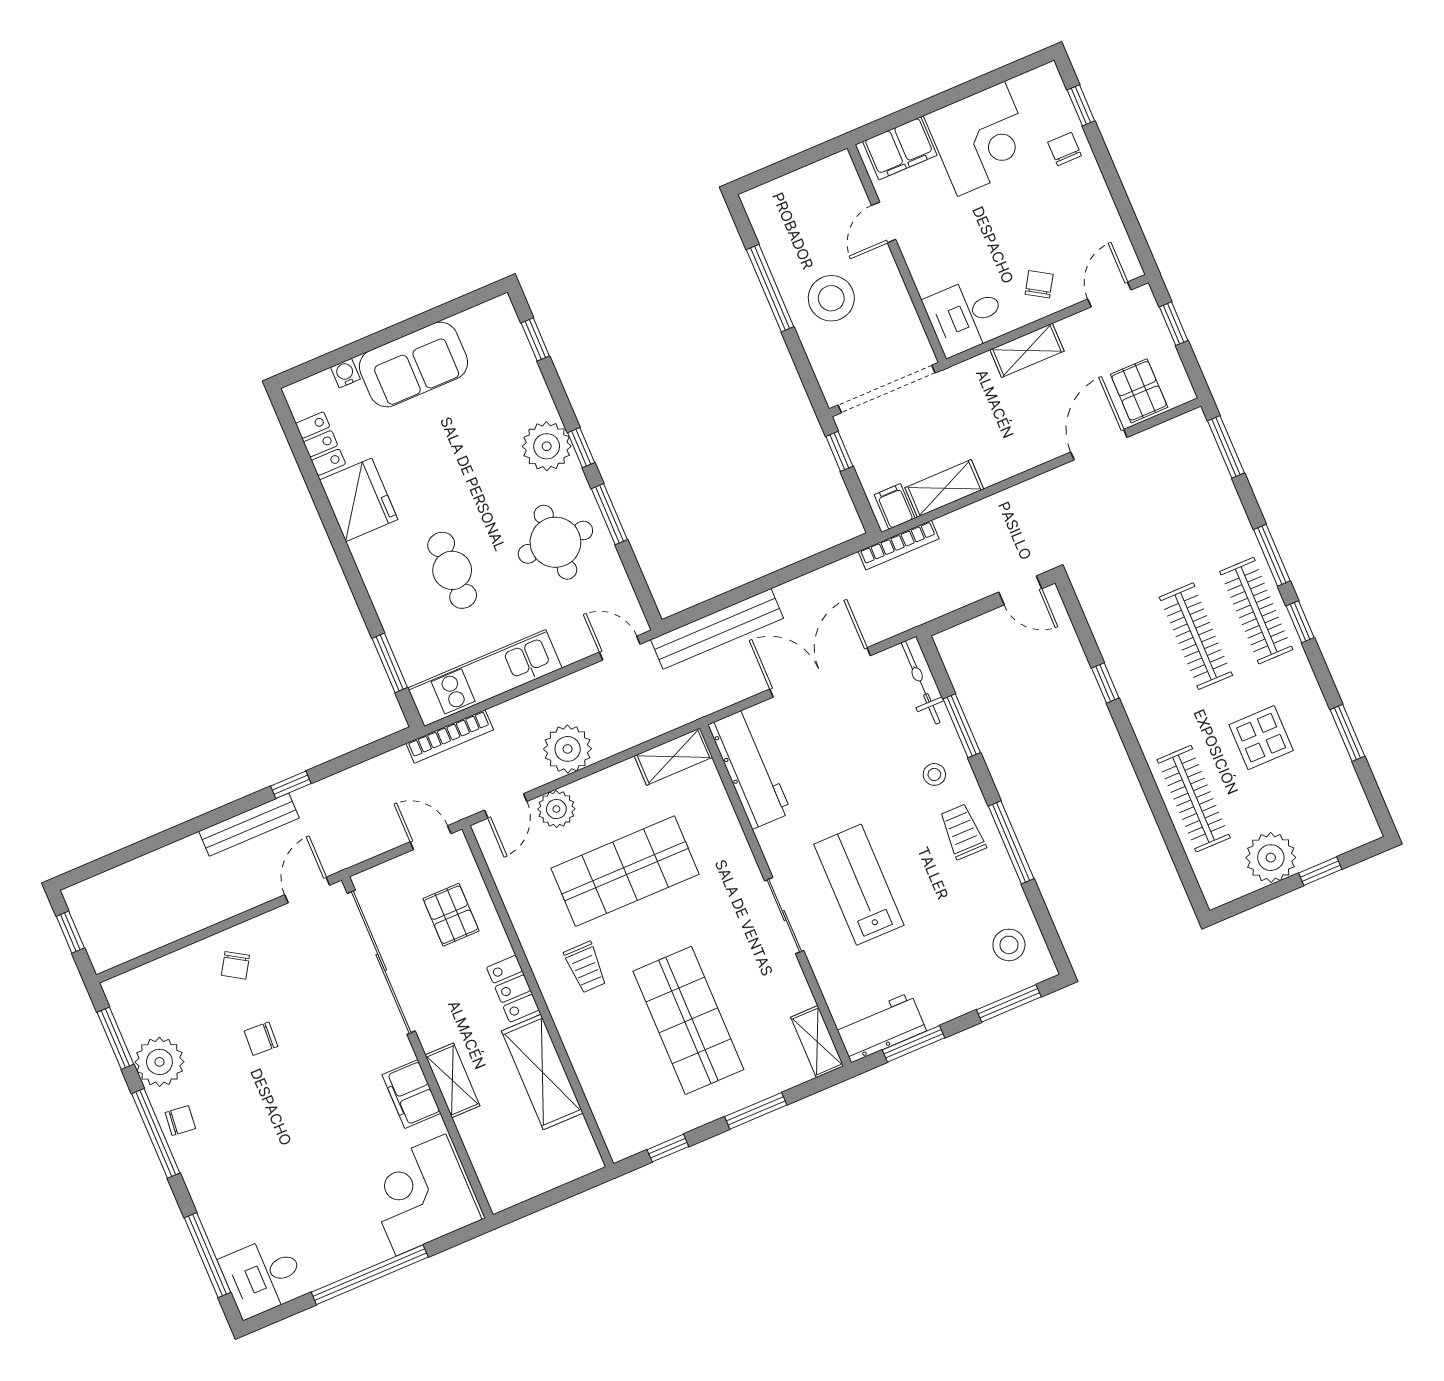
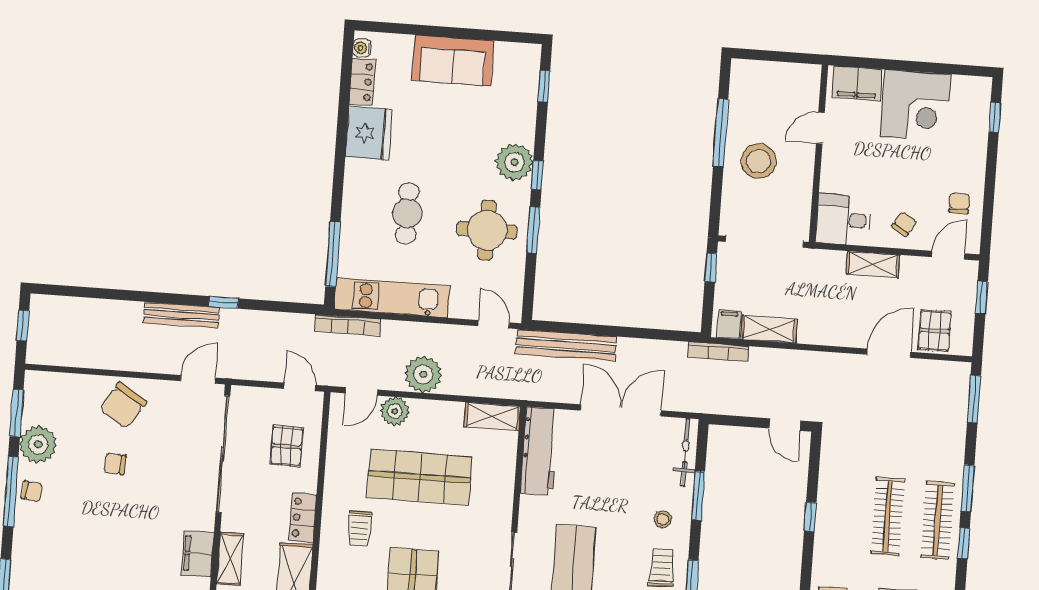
chair: (1065, 149) -> (959, 203), moved
water cooler: (345, 373) -> (362, 48), moved, turned -90
window: (390, 663) -> (333, 254), width x1.44
chair: (235, 965) -> (123, 405), width x1.87, depth x1.87

